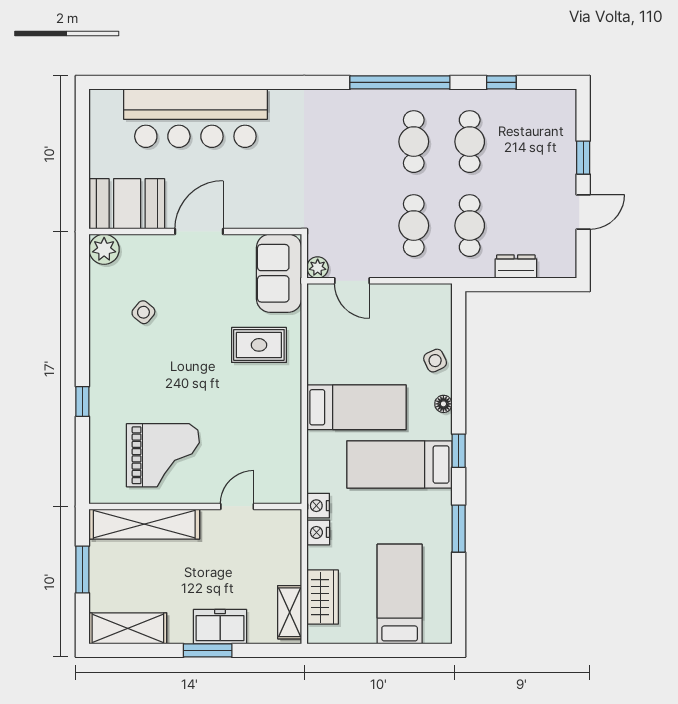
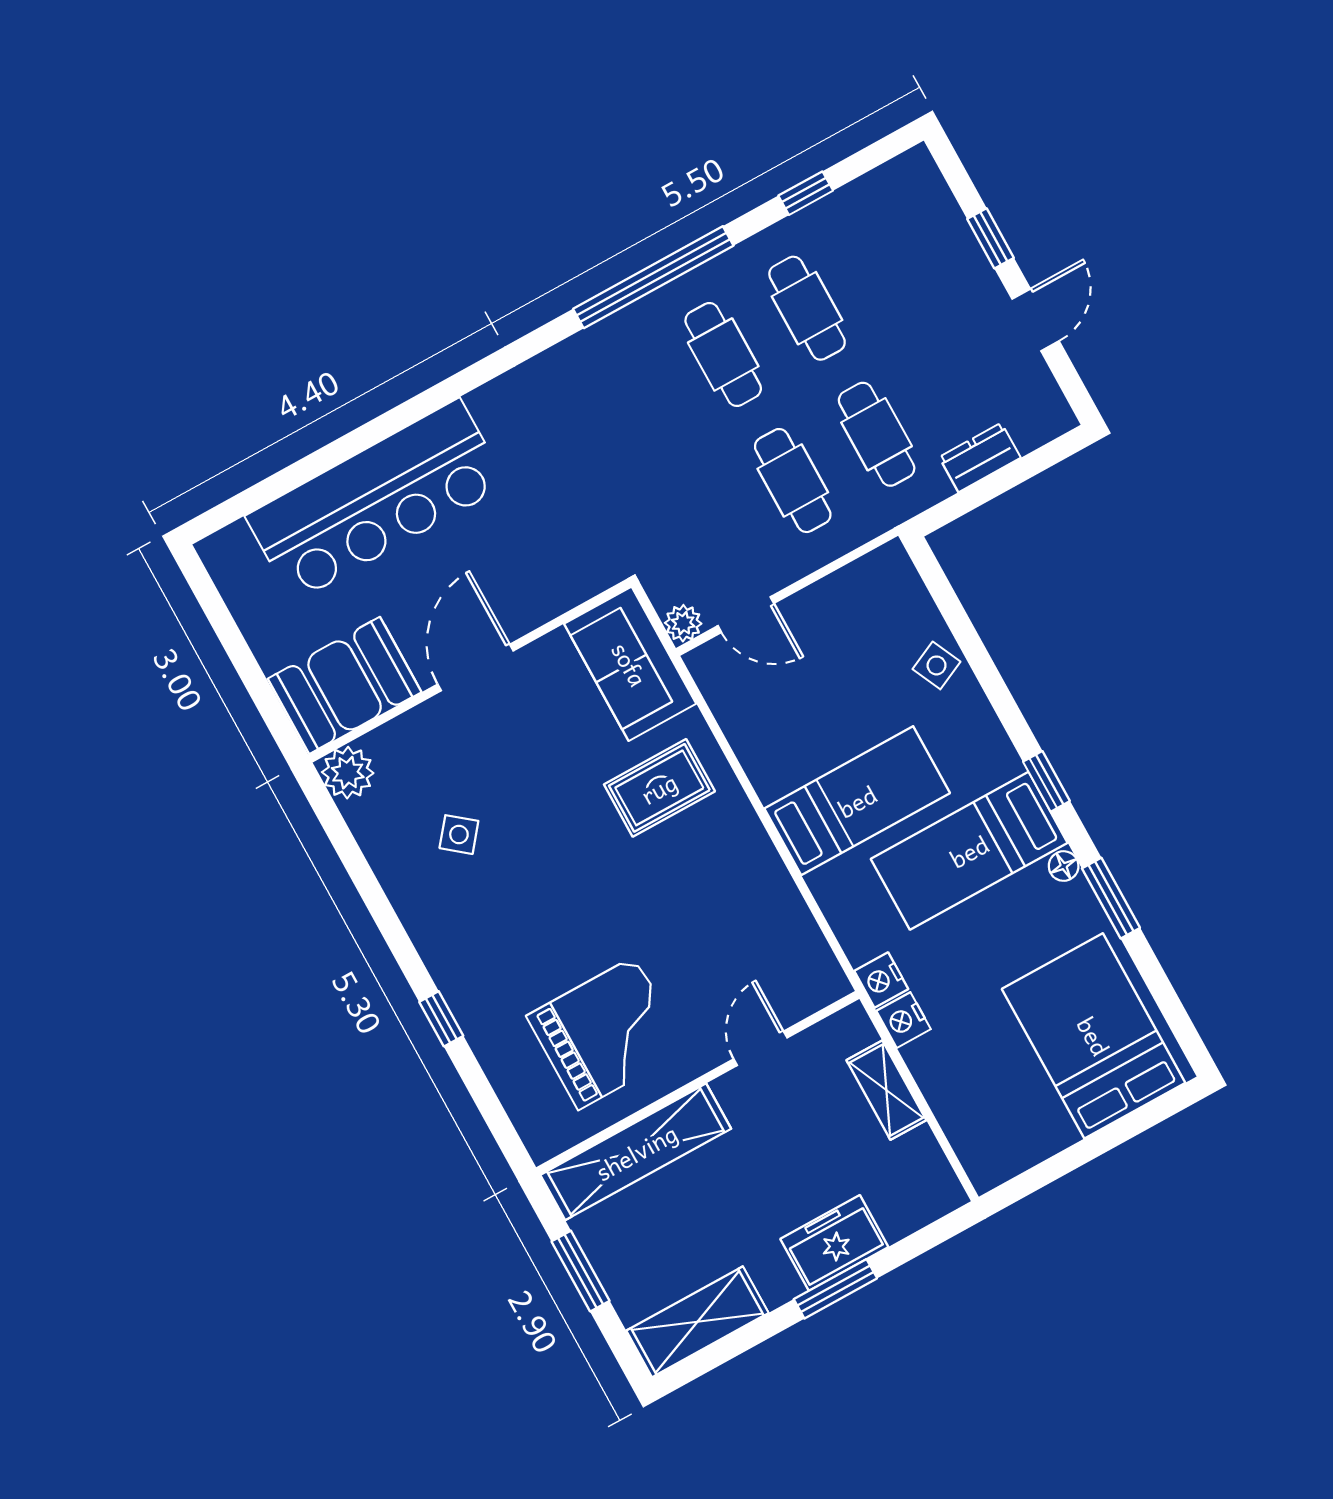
floor lamp: (443, 404) -> (1064, 866), moved
bed: (400, 594) -> (1094, 1036), width x1.50
wardrobe: (323, 597) -> (964, 1114), removed
shelving: (290, 612) -> (886, 1090), moved

